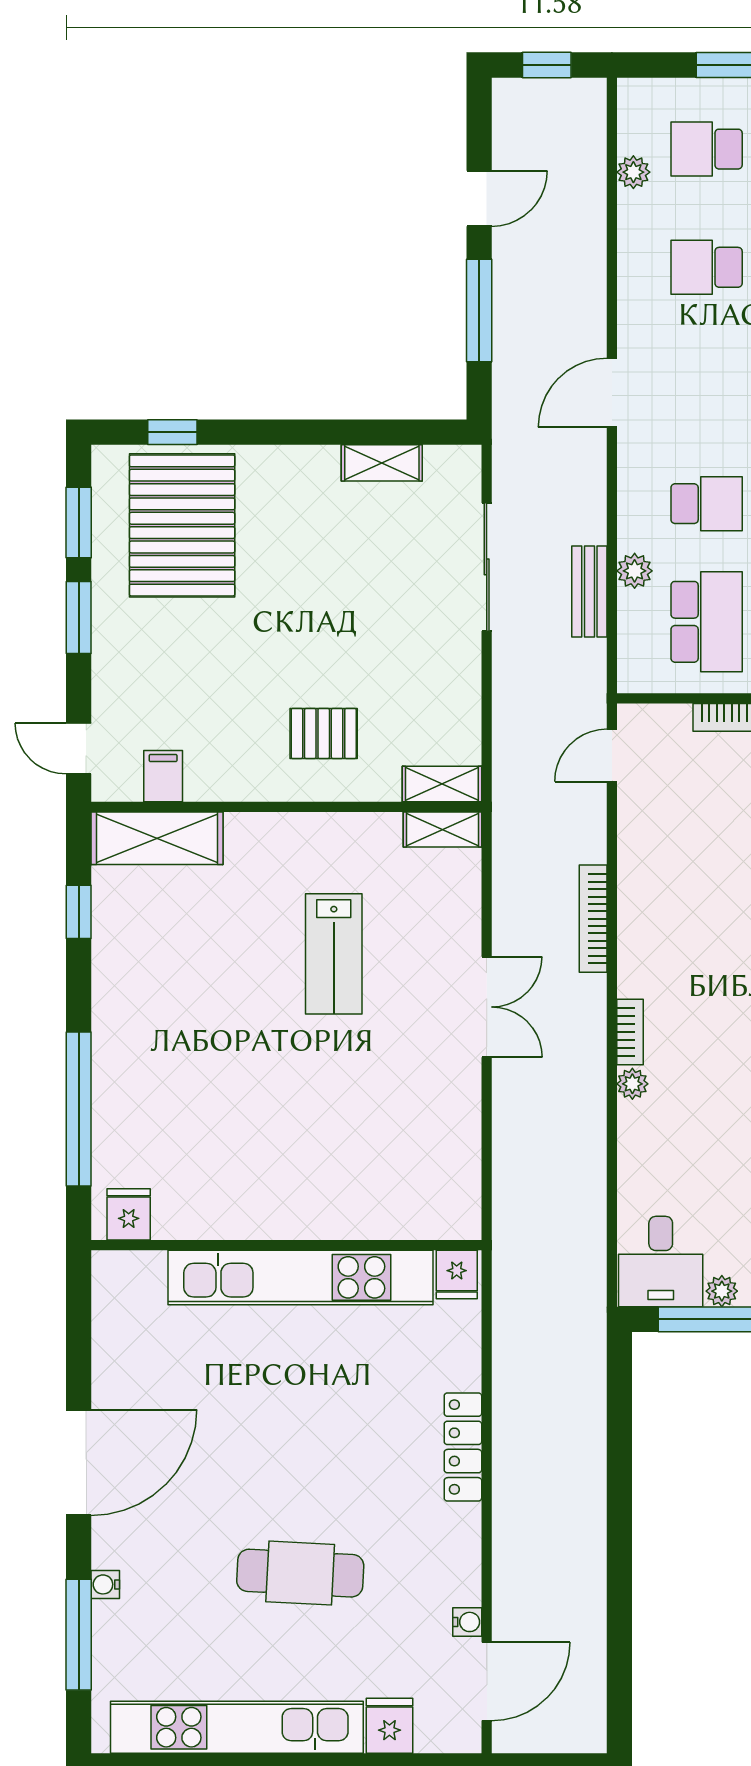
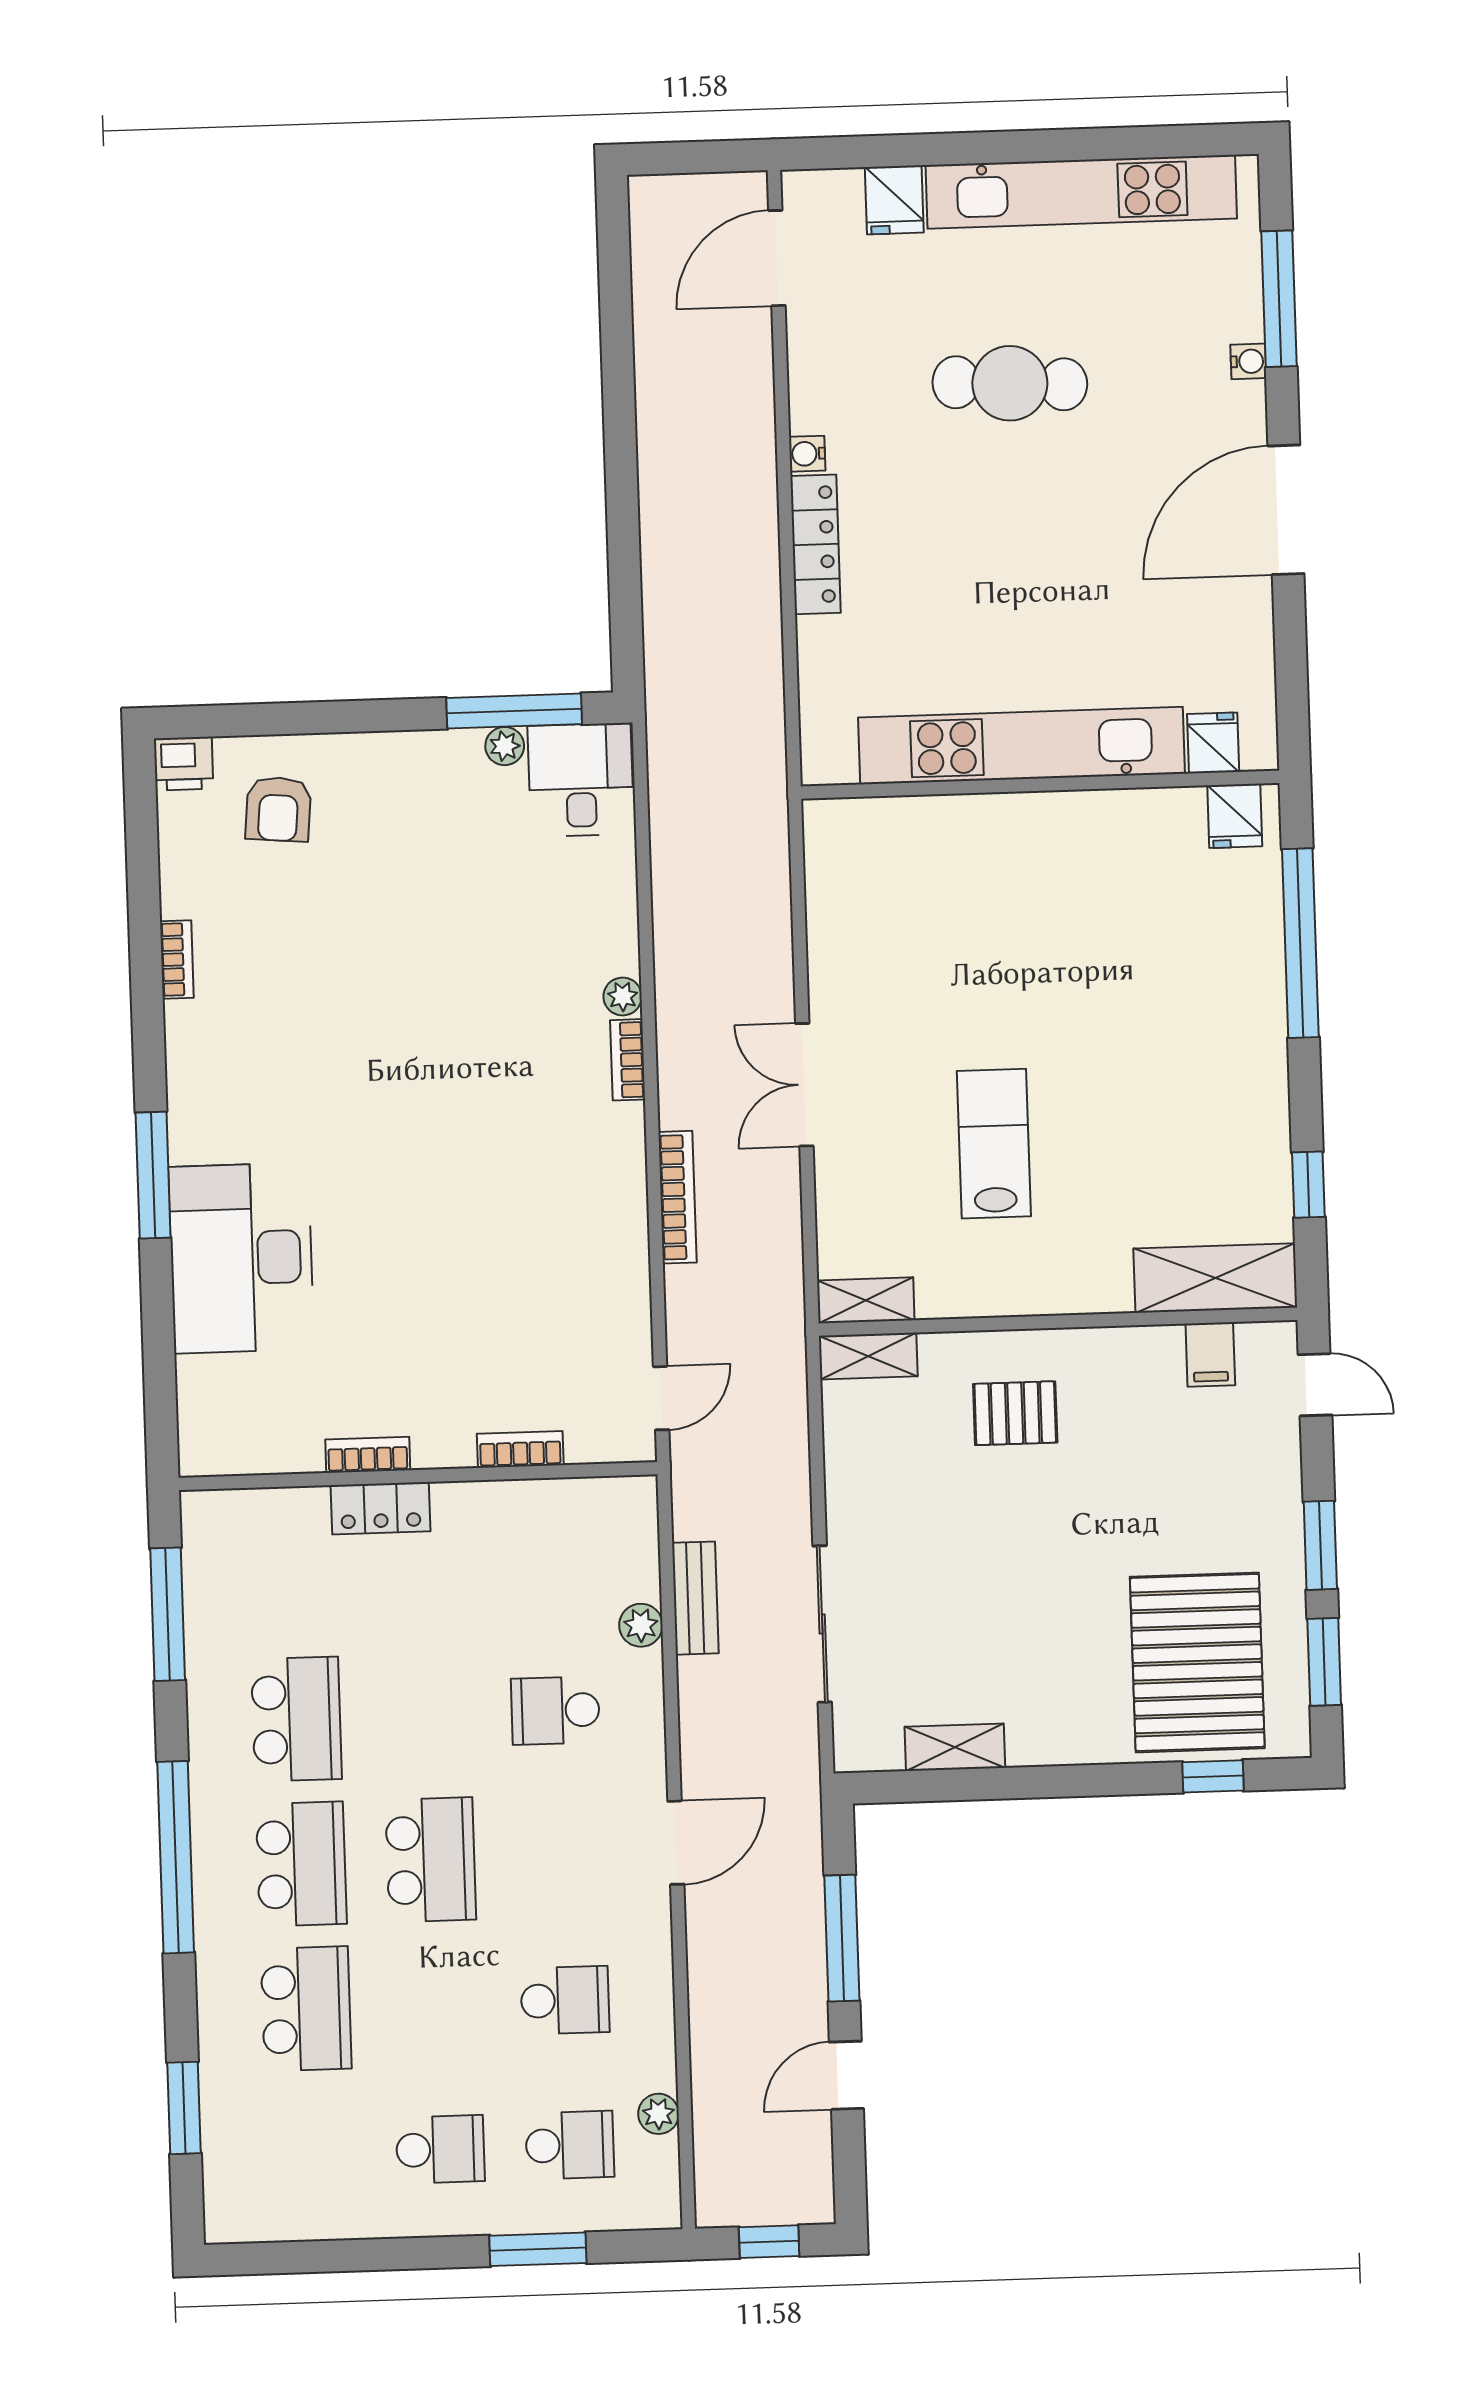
school desk: (707, 622) -> (551, 1566), removed
fridge: (457, 1274) -> (1213, 743), moved
water cooler: (467, 1622) -> (807, 454), moved

